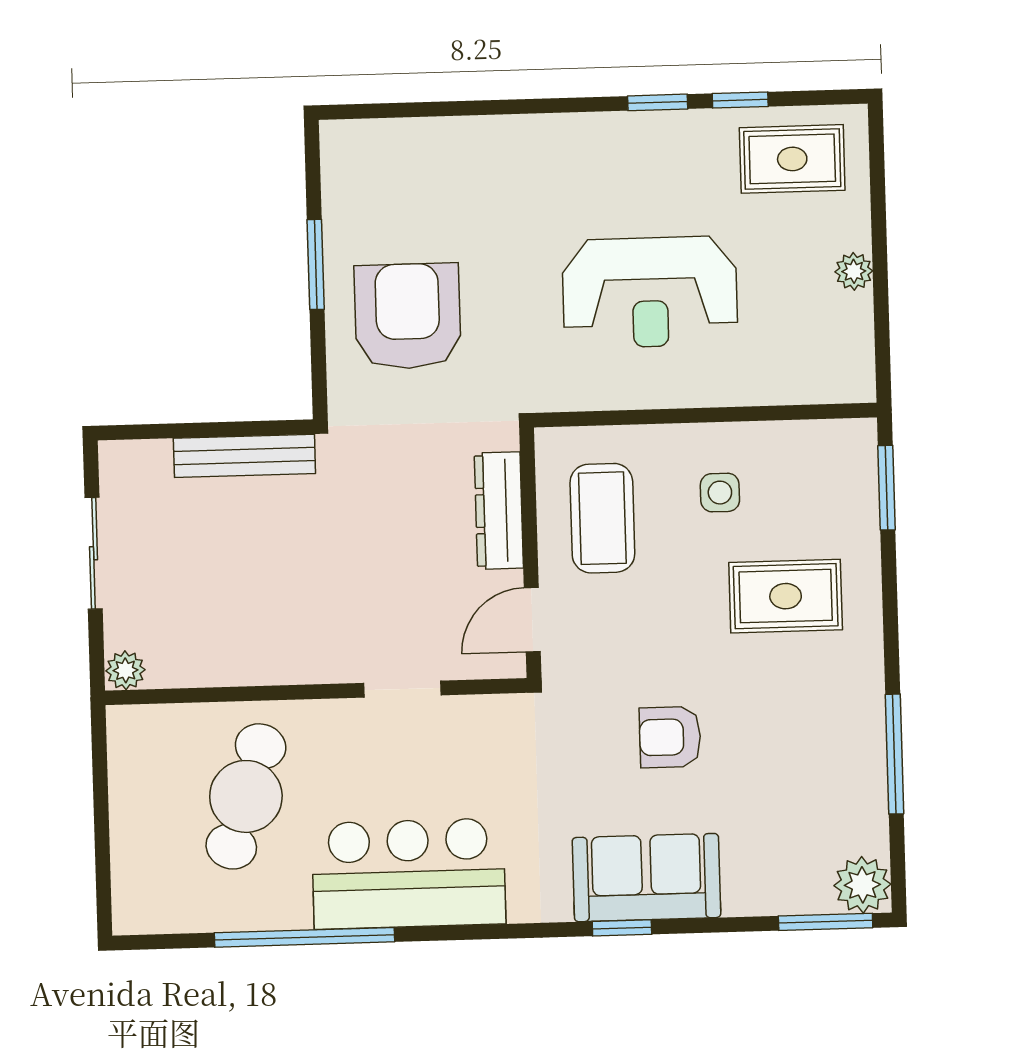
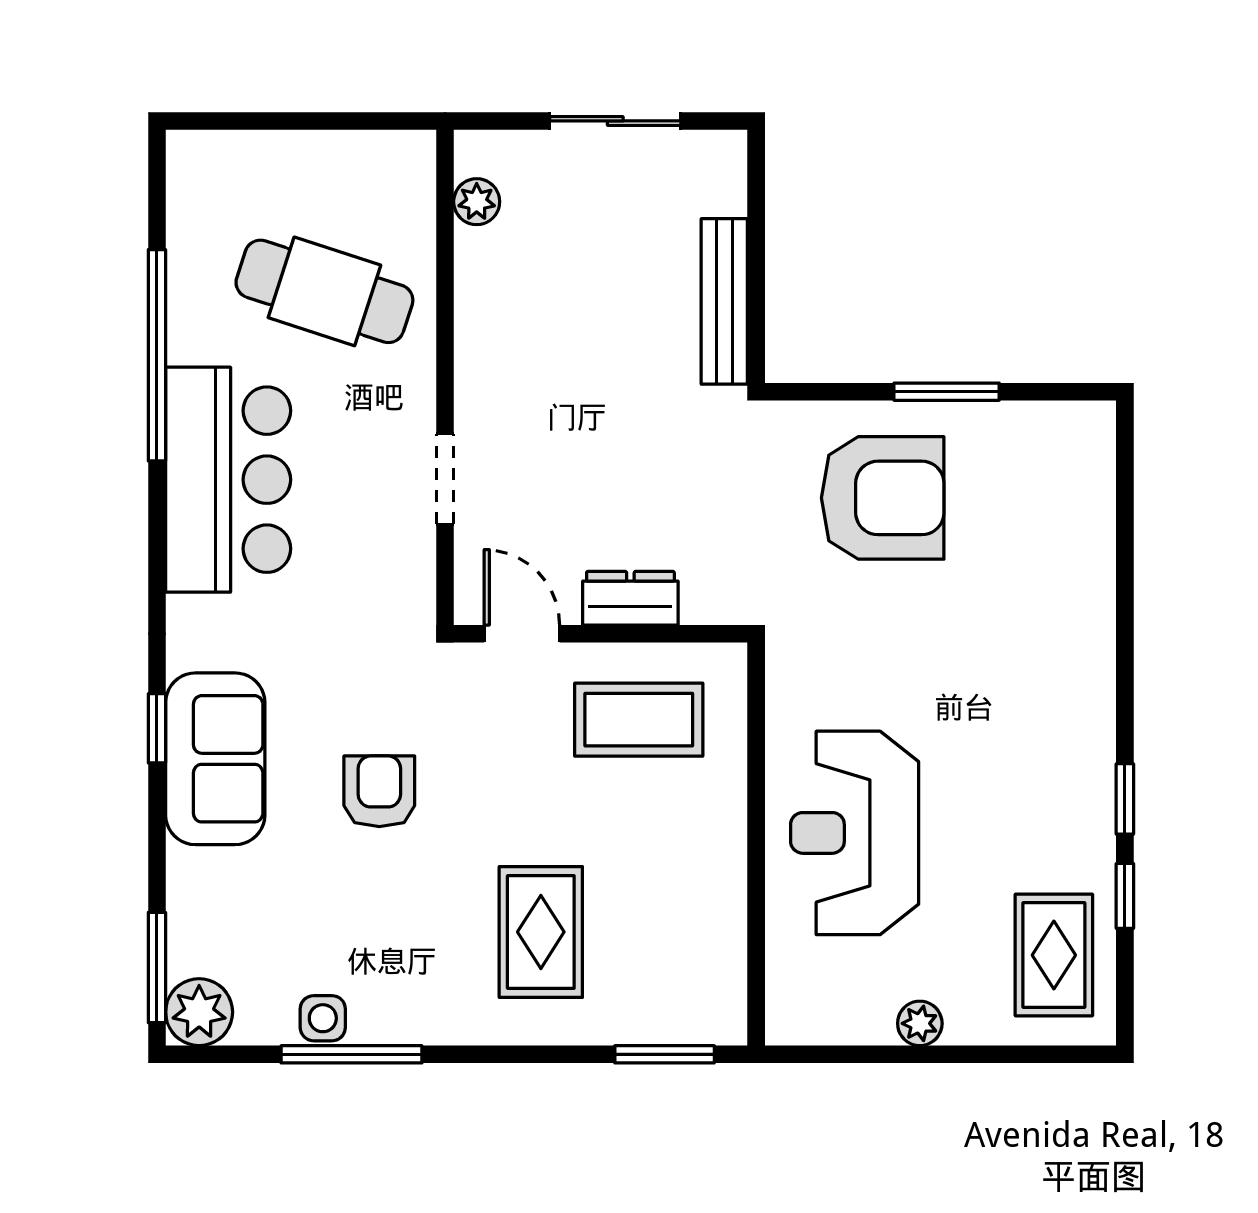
reception desk: (650, 292) -> (855, 833), moved
side table: (720, 493) -> (323, 1018), moved
dresser: (499, 511) -> (630, 598), width x0.70
plant: (125, 670) -> (477, 202), moved

